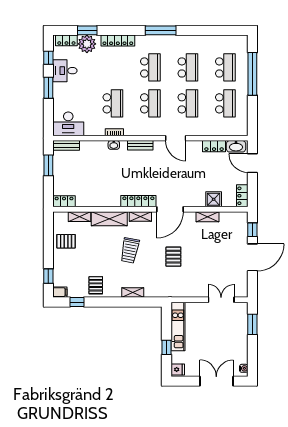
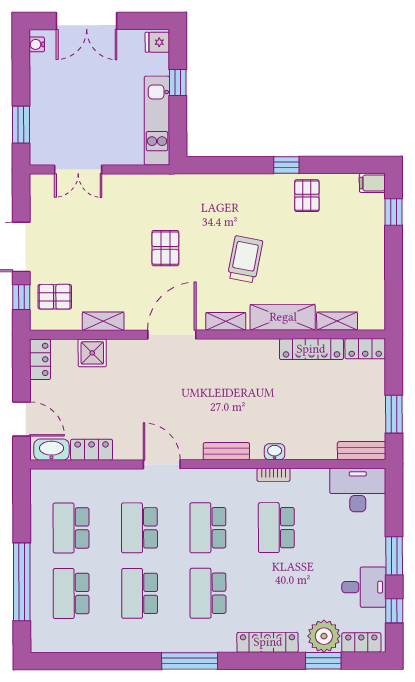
locker: (138, 201) -> (311, 349), moved
pallet: (66, 241) -> (55, 297), moved
shelving: (133, 293) -> (240, 182), removed
window: (77, 302) -> (286, 165), moved

